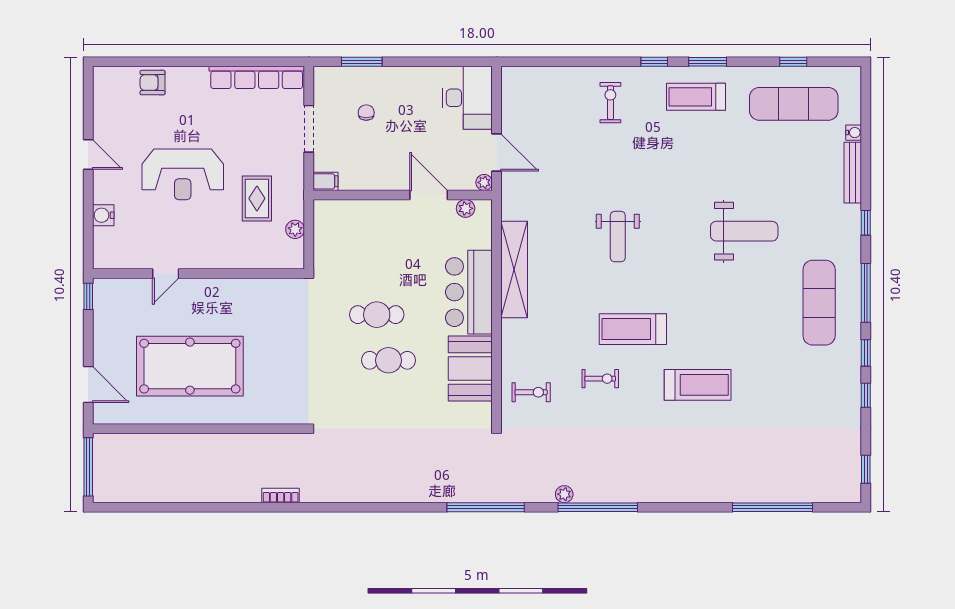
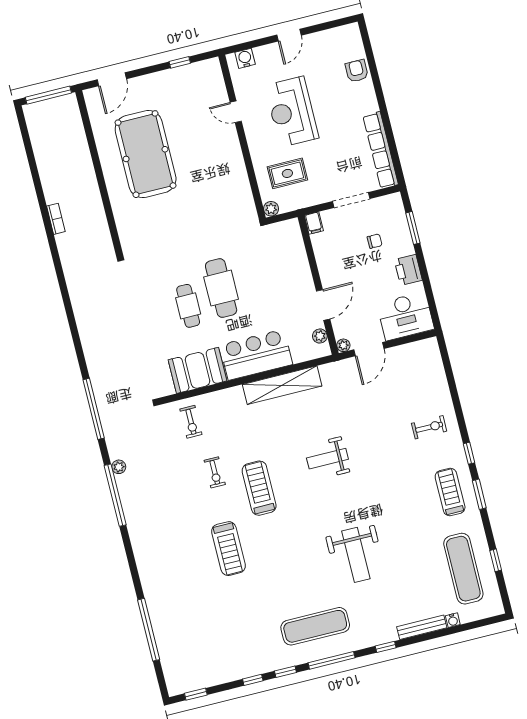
printer: (412, 80) -> (408, 270), added
door: (166, 274) -> (236, 112), moved
wall: (198, 274) -> (242, 137), moved
cafe table: (377, 315) -> (221, 288), width x1.37, depth x1.35
bookcase: (281, 495) -> (56, 219), moved

